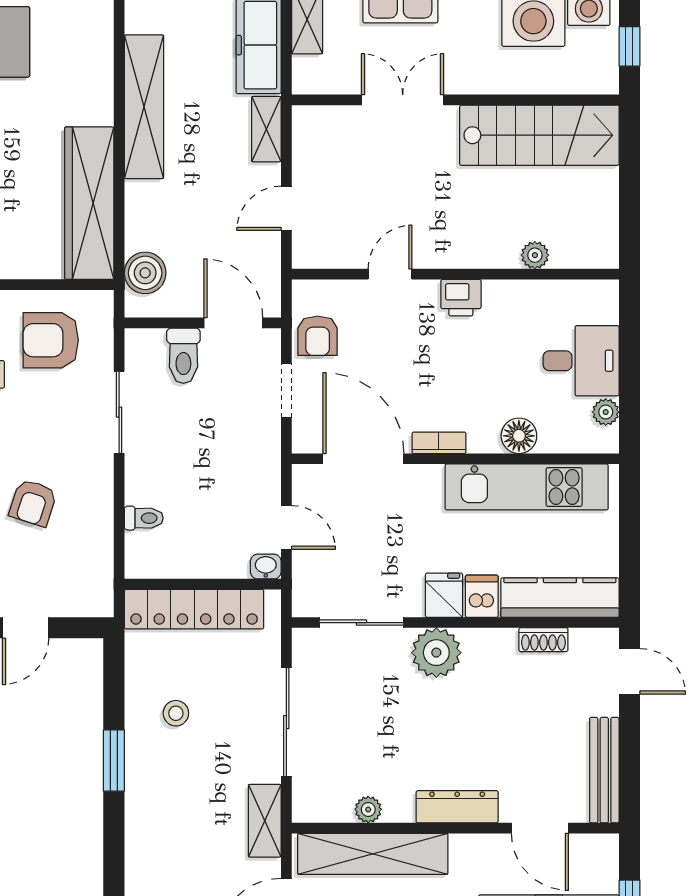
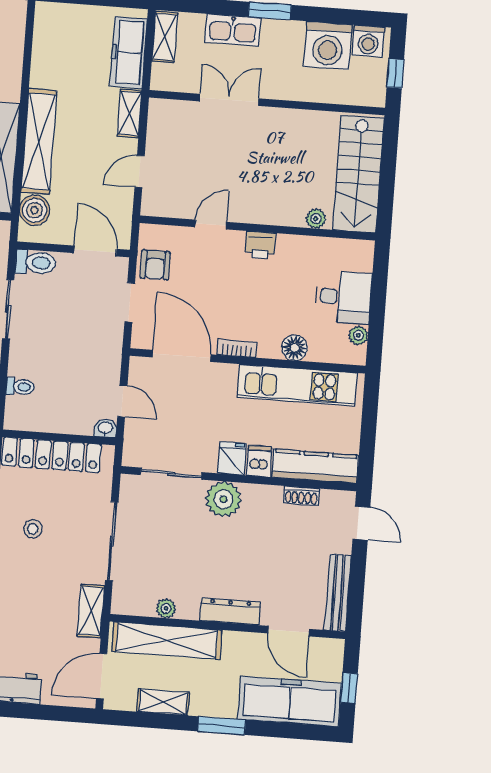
shelving: (144, 107) -> (39, 142), moved
stairs: (539, 135) -> (358, 174), moved, turned 90
toilet: (183, 356) -> (36, 263), moved, turned -90

